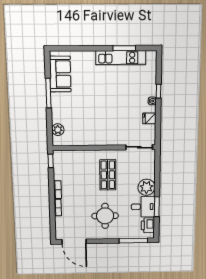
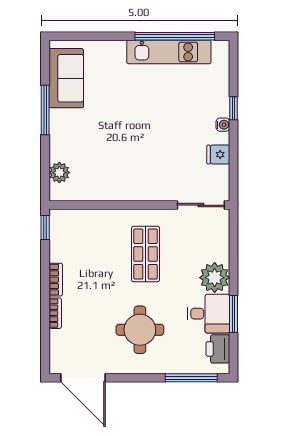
window: (124, 48) -> (175, 36), width x2.11

